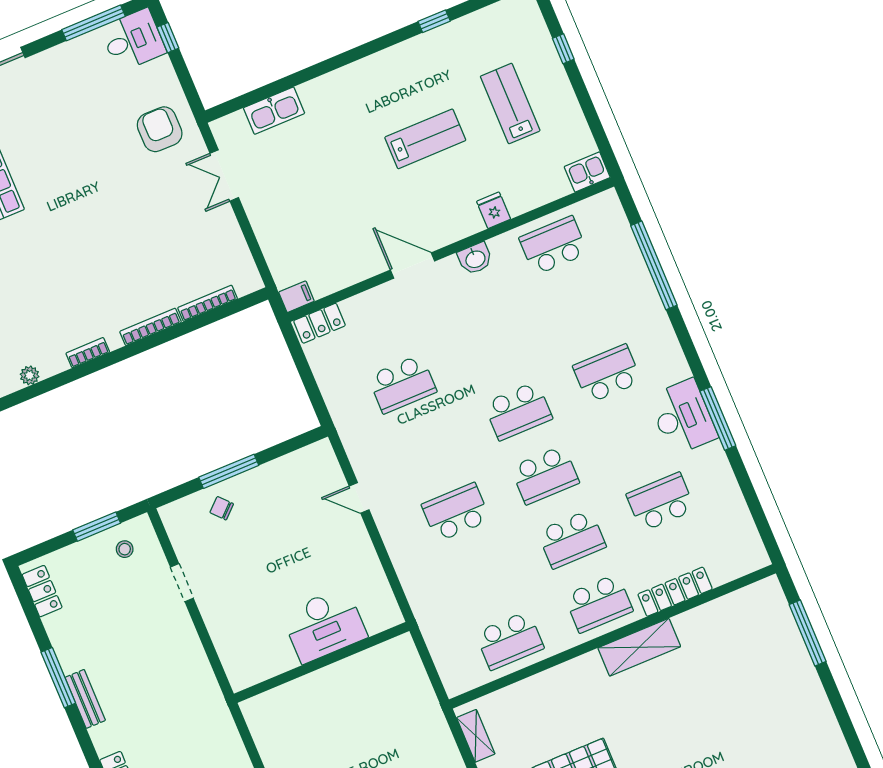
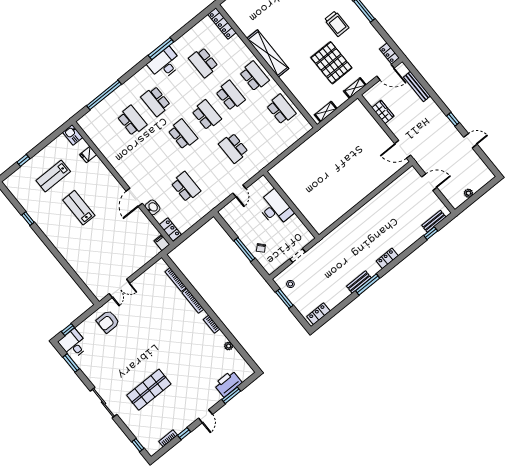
window: (93, 23) -> (71, 363), width x0.69
kitchen sink: (274, 111) -> (86, 275), removed
fridge: (494, 210) -> (88, 155), moved
school desk: (553, 246) -> (132, 121), moved, turned 180
washbasin: (475, 259) -> (153, 207), moved
locker: (675, 592) -> (222, 23), moved
desk: (324, 625) -> (275, 208), moved
shelving: (639, 647) -> (268, 53), width x1.47
wall: (322, 662) -> (291, 205), moved
window: (58, 678) -> (368, 284), moved

